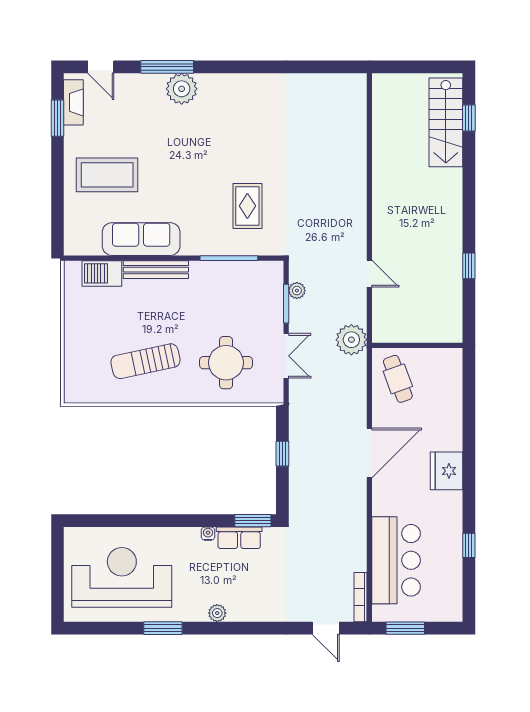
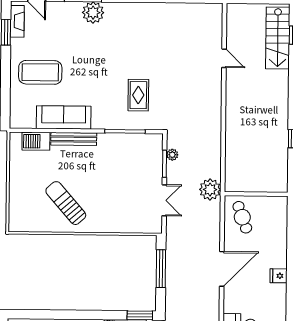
door: (369, 274) -> (224, 58), moved
sun lounger: (145, 361) -> (66, 203), turned 61
round table: (226, 363) -> (122, 205), removed
window: (282, 454) -> (161, 269), width x2.17
fridge: (446, 471) -> (279, 276), width x0.53, depth x0.75

